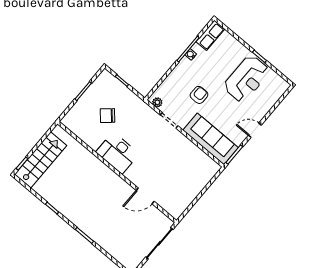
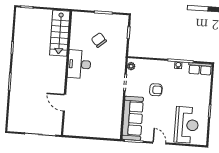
reception desk: (246, 79) -> (187, 125), moved, turned -90
stairs: (41, 160) -> (60, 33), moved, turned 90

